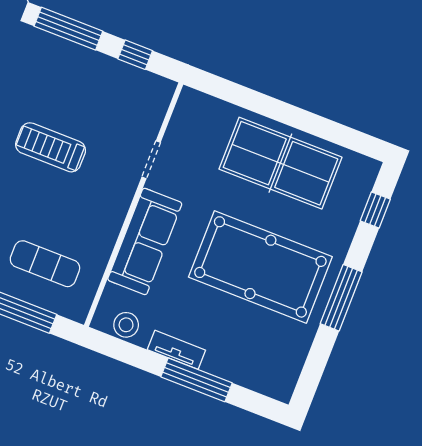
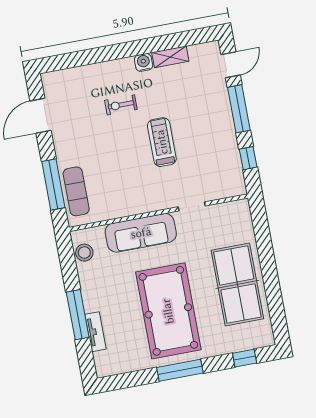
exercise mat: (45, 264) -> (76, 191), moved
tv unit: (176, 350) -> (96, 332), moved

